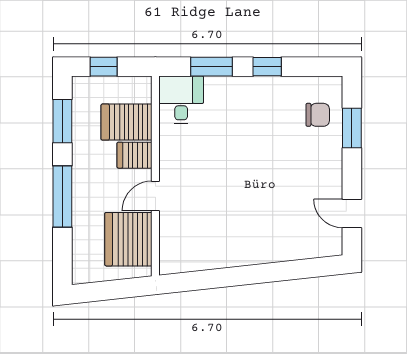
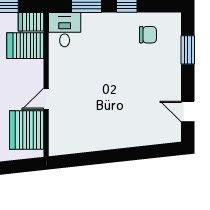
chair: (318, 115) -> (148, 35), moved
server rack: (135, 155) -> (31, 22), moved

